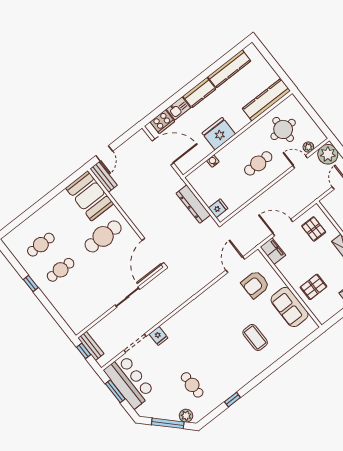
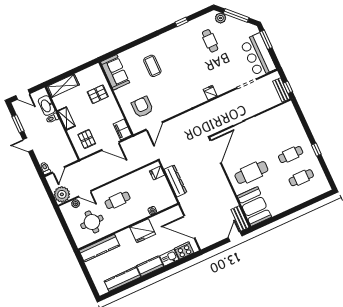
armchair: (255, 284) -> (142, 107), turned -90
sofa: (290, 307) -> (115, 72), moved
fridge: (158, 336) -> (210, 93), moved
window: (115, 391) -> (266, 40), moved

